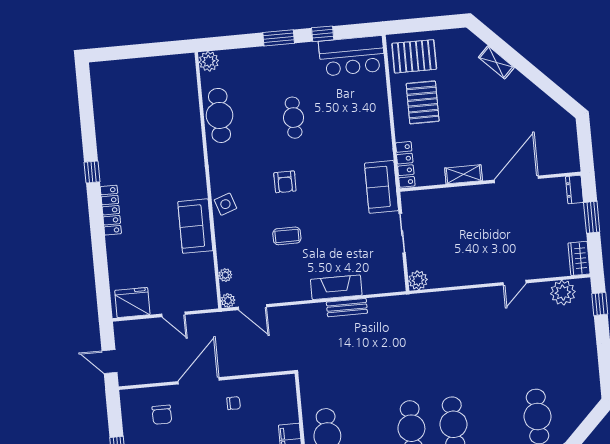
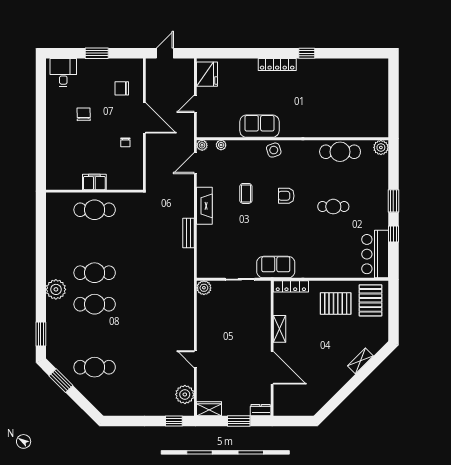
fireplace: (336, 287) -> (204, 206), moved

